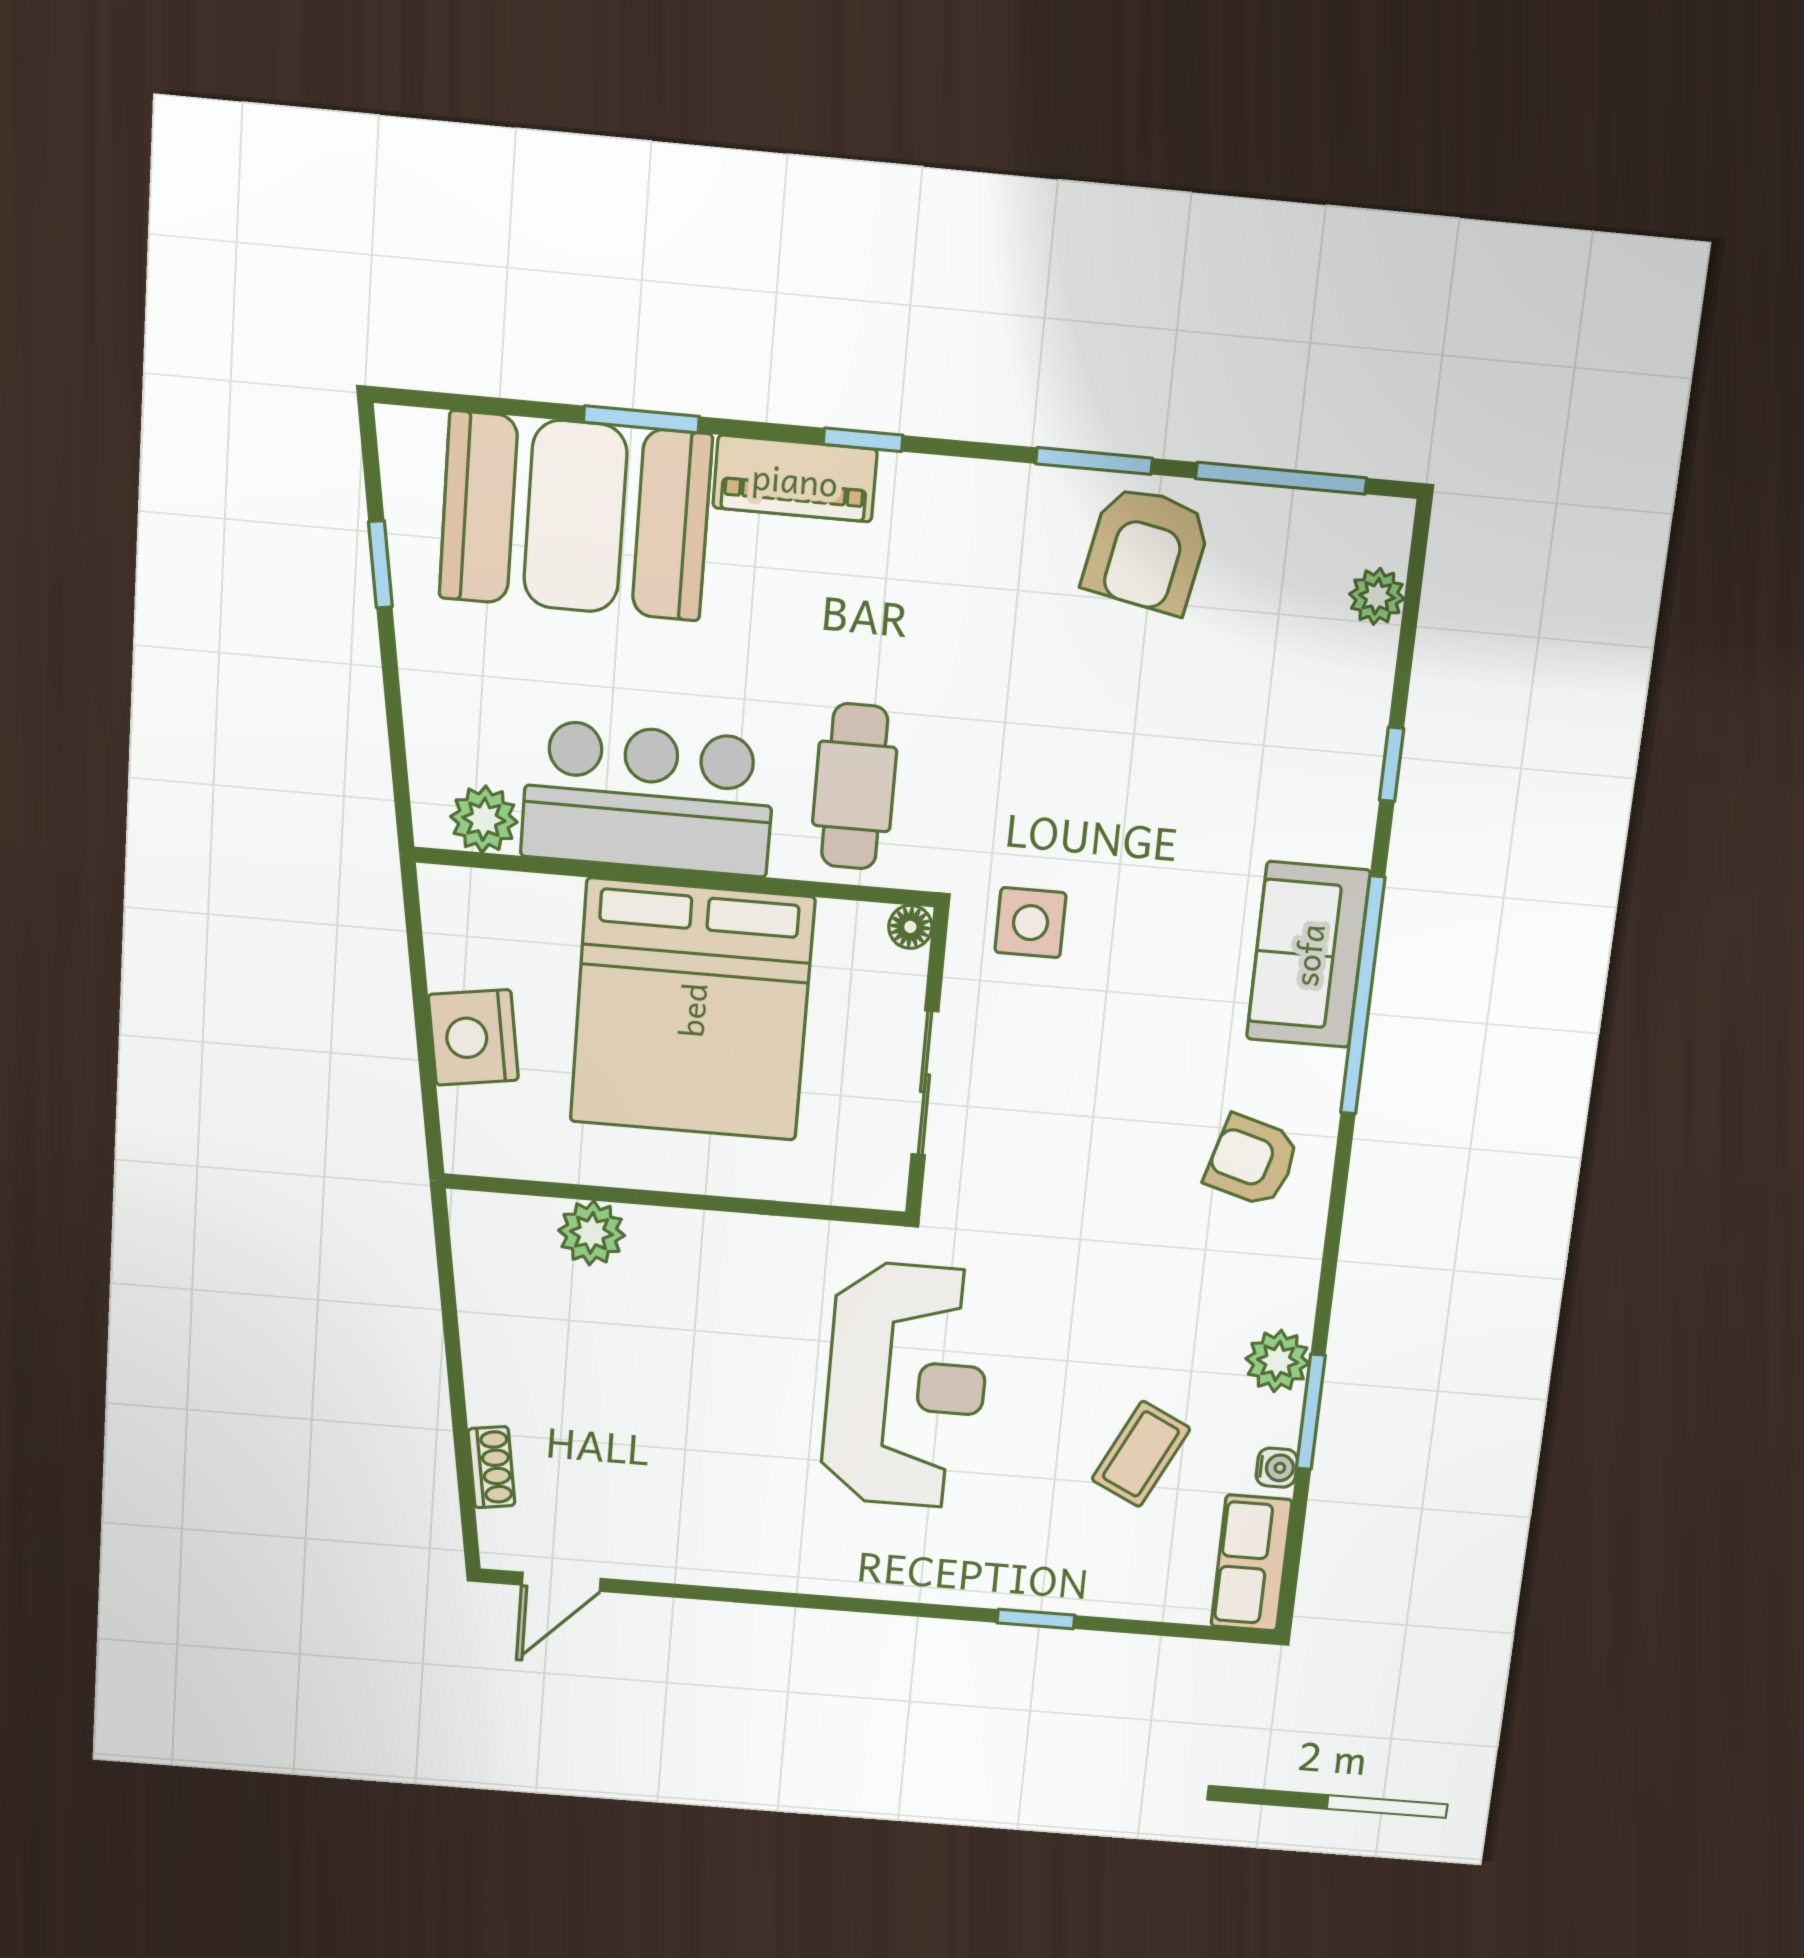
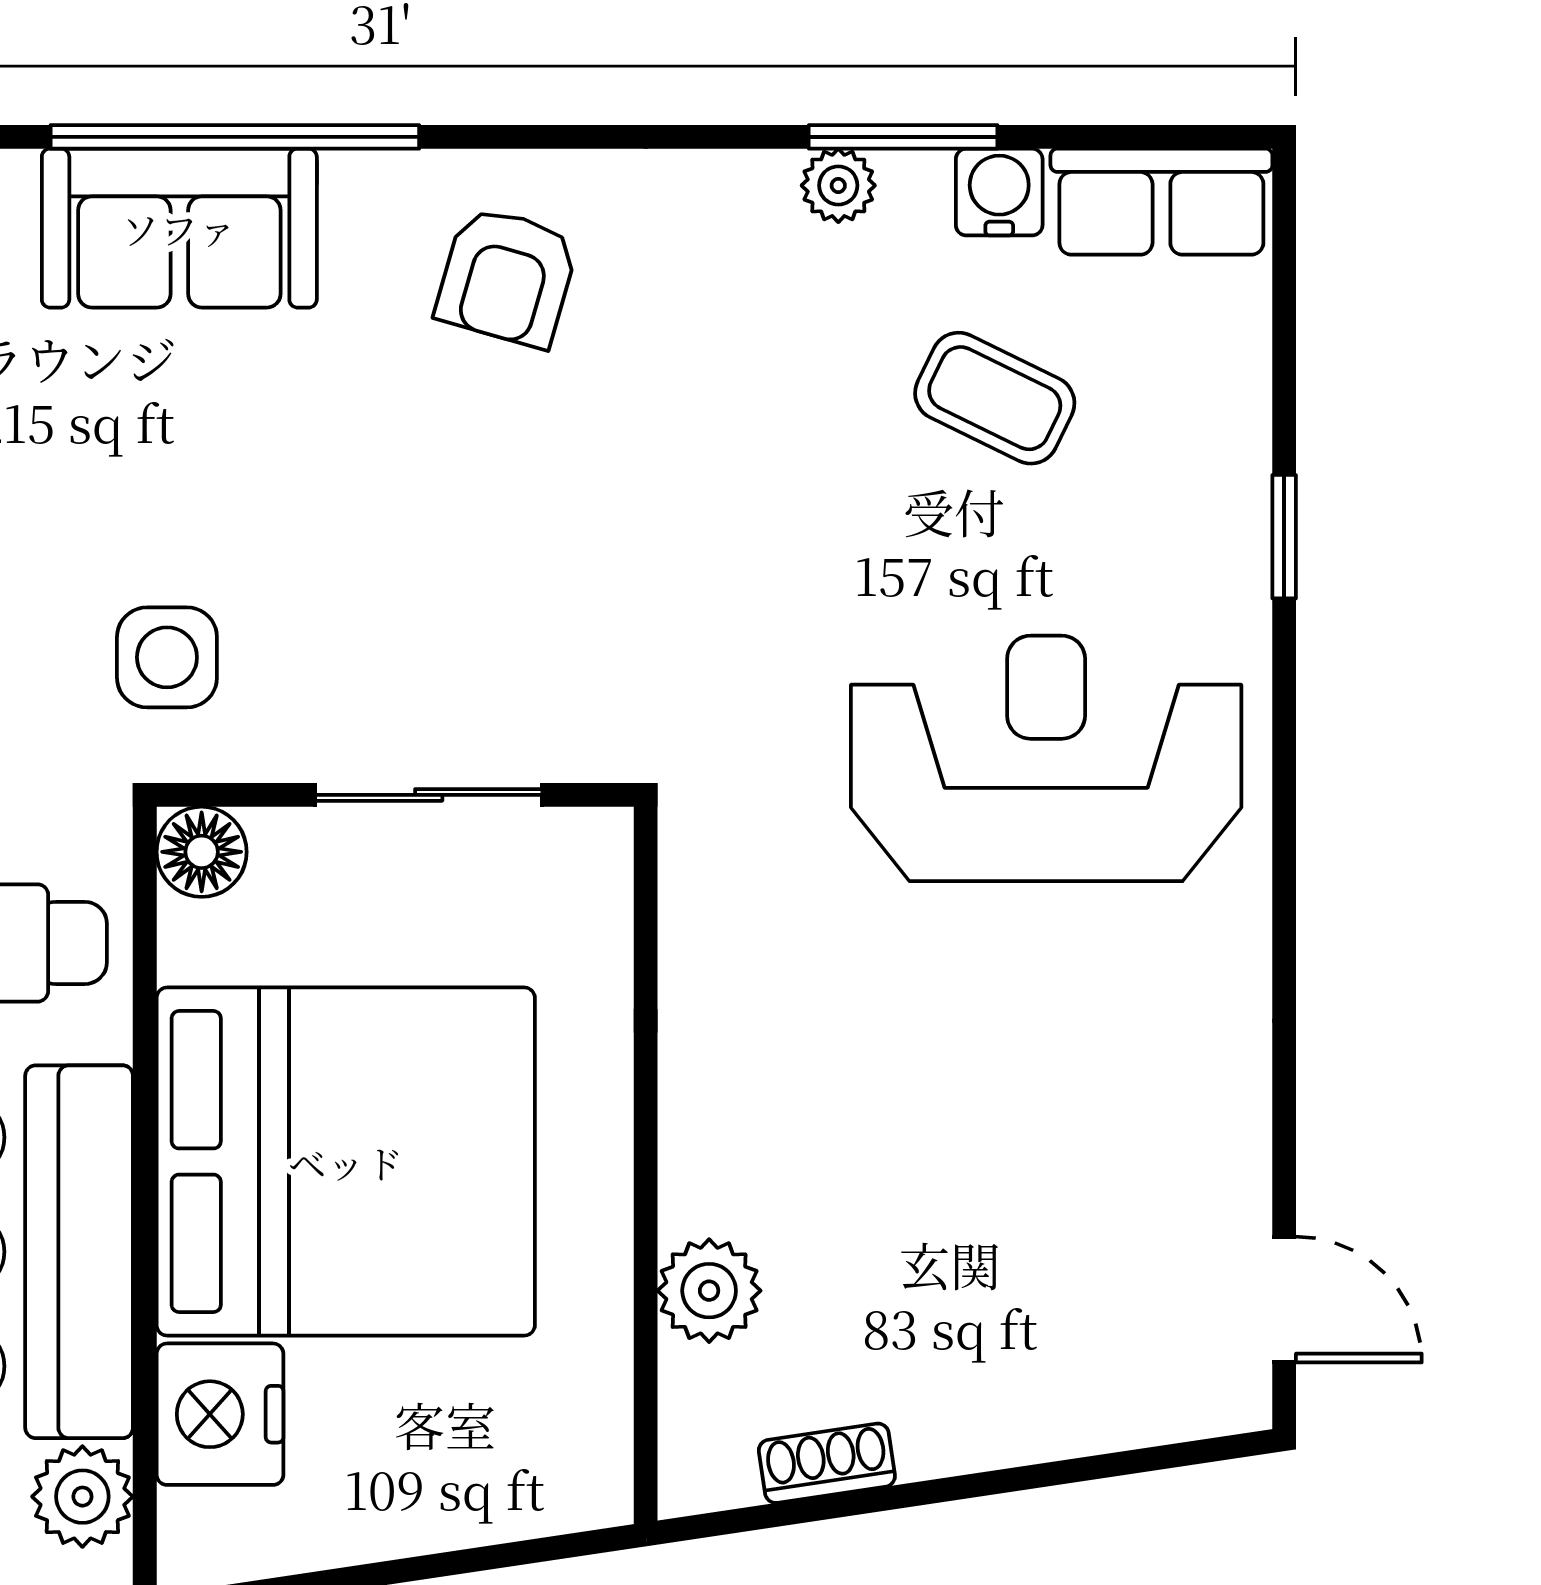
floor lamp: (910, 927) -> (202, 852), width x1.37, depth x1.37
nightstand: (473, 1037) -> (220, 1414), moved, turned 98
plant: (1278, 1361) -> (838, 185), width x0.73, depth x0.73
reception desk: (906, 1386) -> (1046, 758), moved
shoe rack: (491, 1467) -> (827, 1463), moved
water cooler: (1277, 1468) -> (999, 192), width x1.38, depth x1.38

